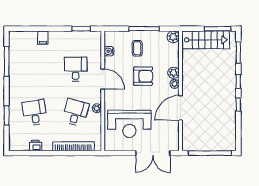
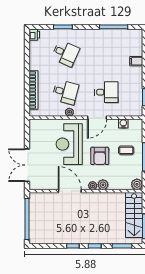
desk: (35, 113) -> (65, 53), turned 33
reception desk: (129, 124) -> (69, 144), moved
printer: (36, 145) -> (34, 35), moved

